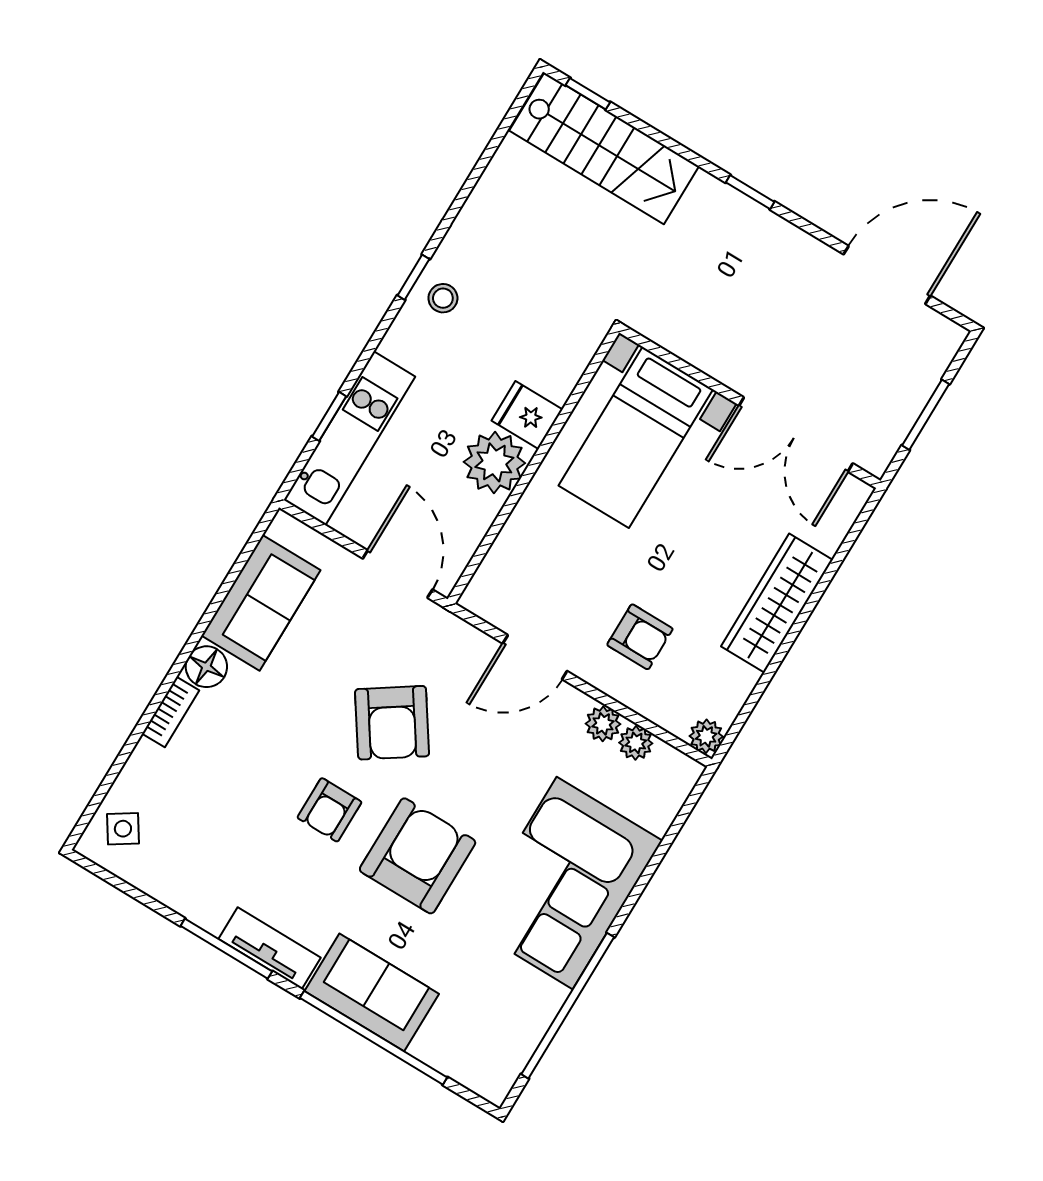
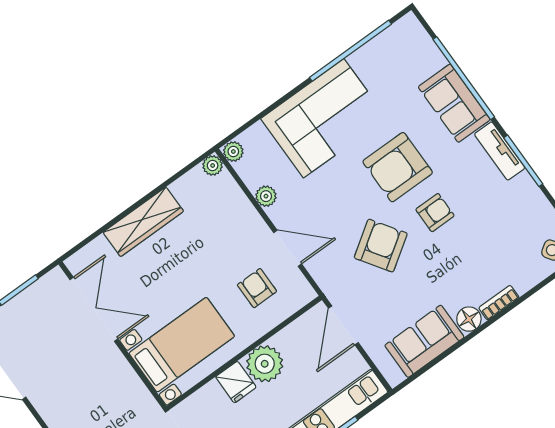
armchair: (640, 637) -> (257, 288), moved
plant: (636, 743) -> (233, 152), moved

